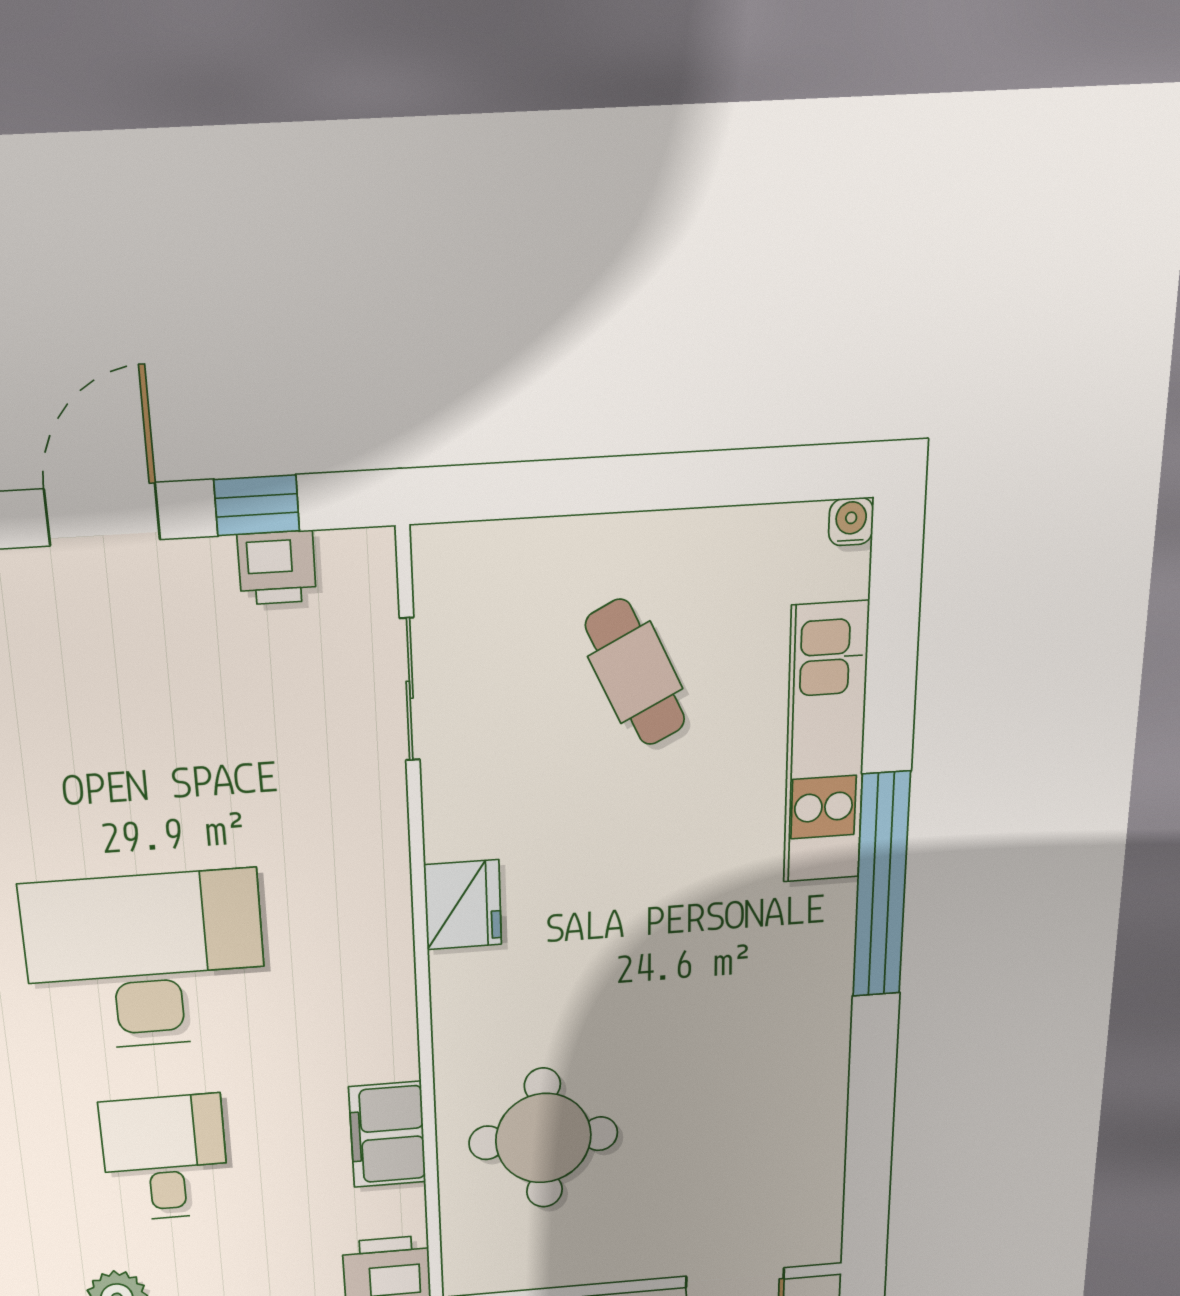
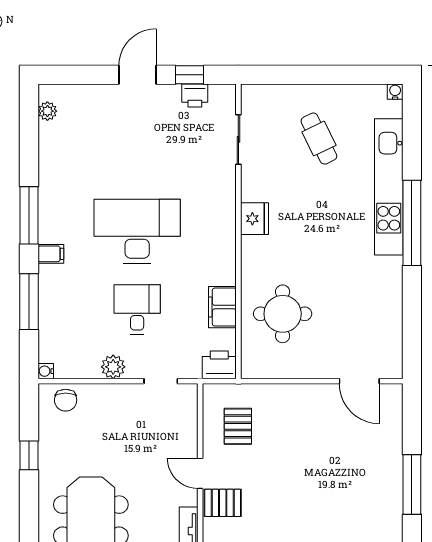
kitchen unit: (826, 744) -> (389, 187), width x1.36

